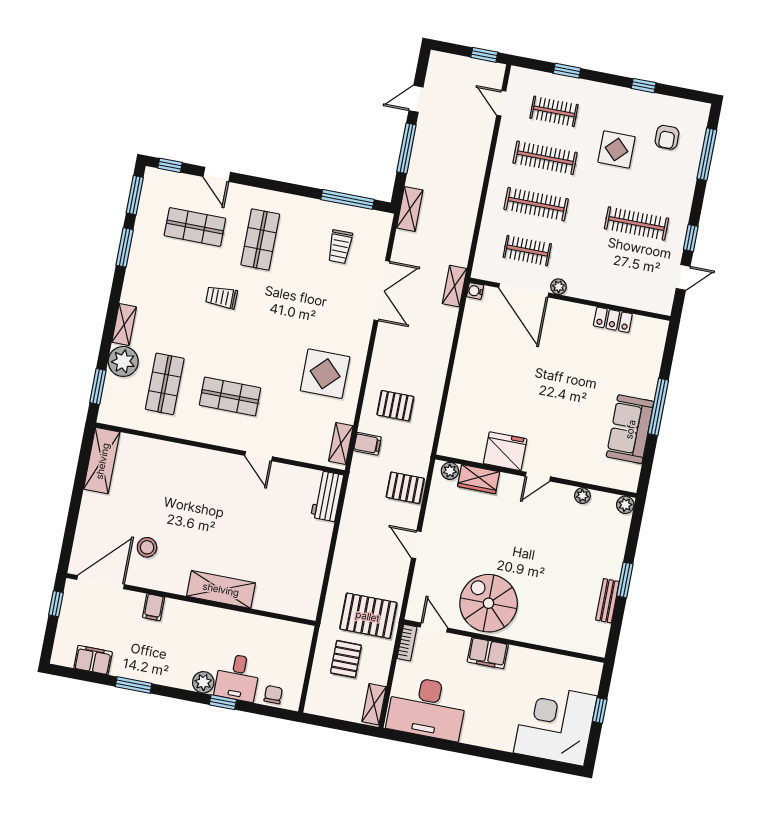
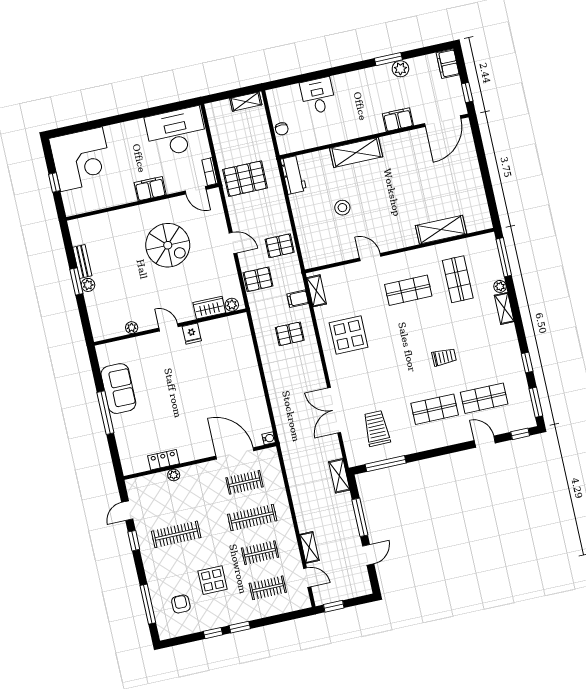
window: (567, 71) -> (240, 627), moved
clothes rail: (545, 158) -> (260, 553), width x0.73
shop shelf: (260, 240) -> (435, 409), turned 90
window: (125, 247) -> (527, 363), width x0.67
trolley: (340, 247) -> (377, 428), width x1.36, depth x1.39
shelving: (455, 286) -> (309, 547), moved
plant: (558, 287) -> (174, 475), moved
plant: (123, 361) -> (500, 286), width x0.53, depth x0.53
window: (98, 386) -> (504, 257), width x1.44
fridge: (505, 451) -> (192, 334), width x0.53, depth x0.75
shelving: (102, 461) -> (441, 230), moved, turned 90
door: (538, 477) -> (169, 327), hinge flipped
workbench: (327, 496) -> (293, 175), moved
plant: (625, 505) -> (88, 285), moved
stool: (147, 547) -> (342, 208), moved
spiral stairs: (489, 603) -> (168, 245), moved
filing cabinet: (154, 607) -> (398, 120), width x2.00
pallet: (346, 659) -> (280, 246), moved, turned 90
filing cabinet: (93, 660) -> (448, 64), moved, turned 90
plant: (203, 682) -> (400, 69), moved
chair: (273, 695) -> (282, 129), moved
window: (223, 702) -> (321, 74), removed
shelving: (374, 704) -> (246, 102), moved, turned 90

